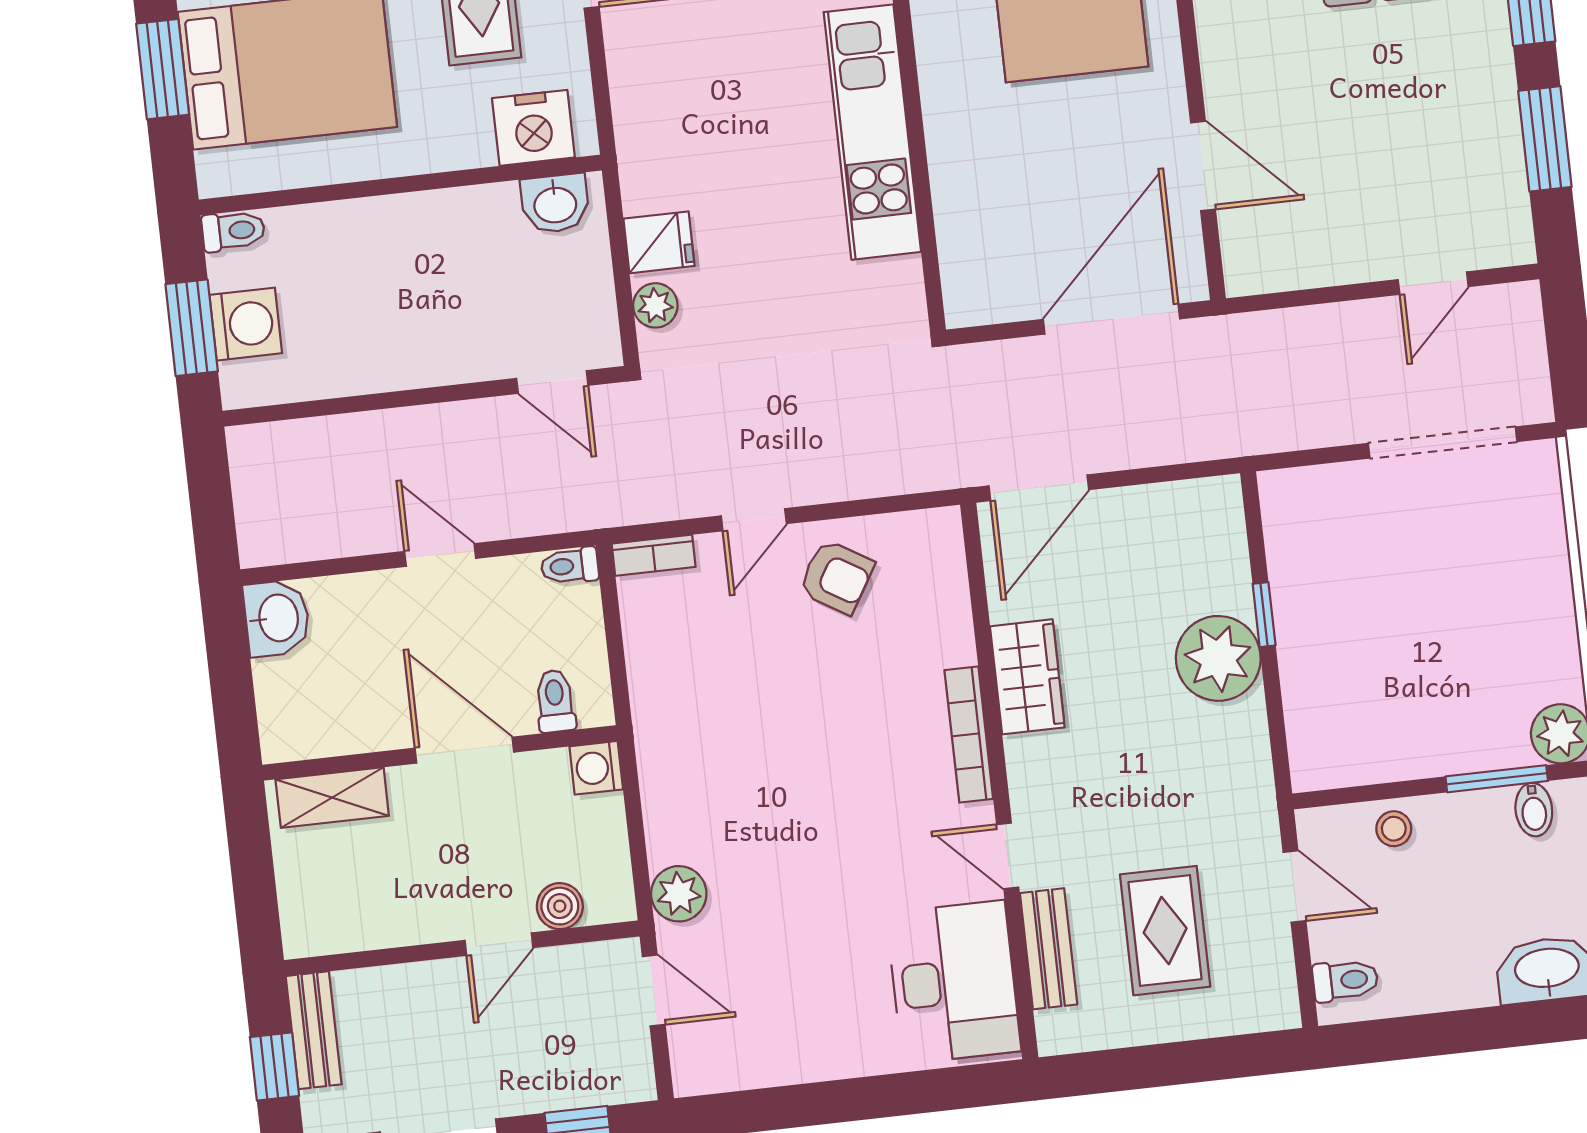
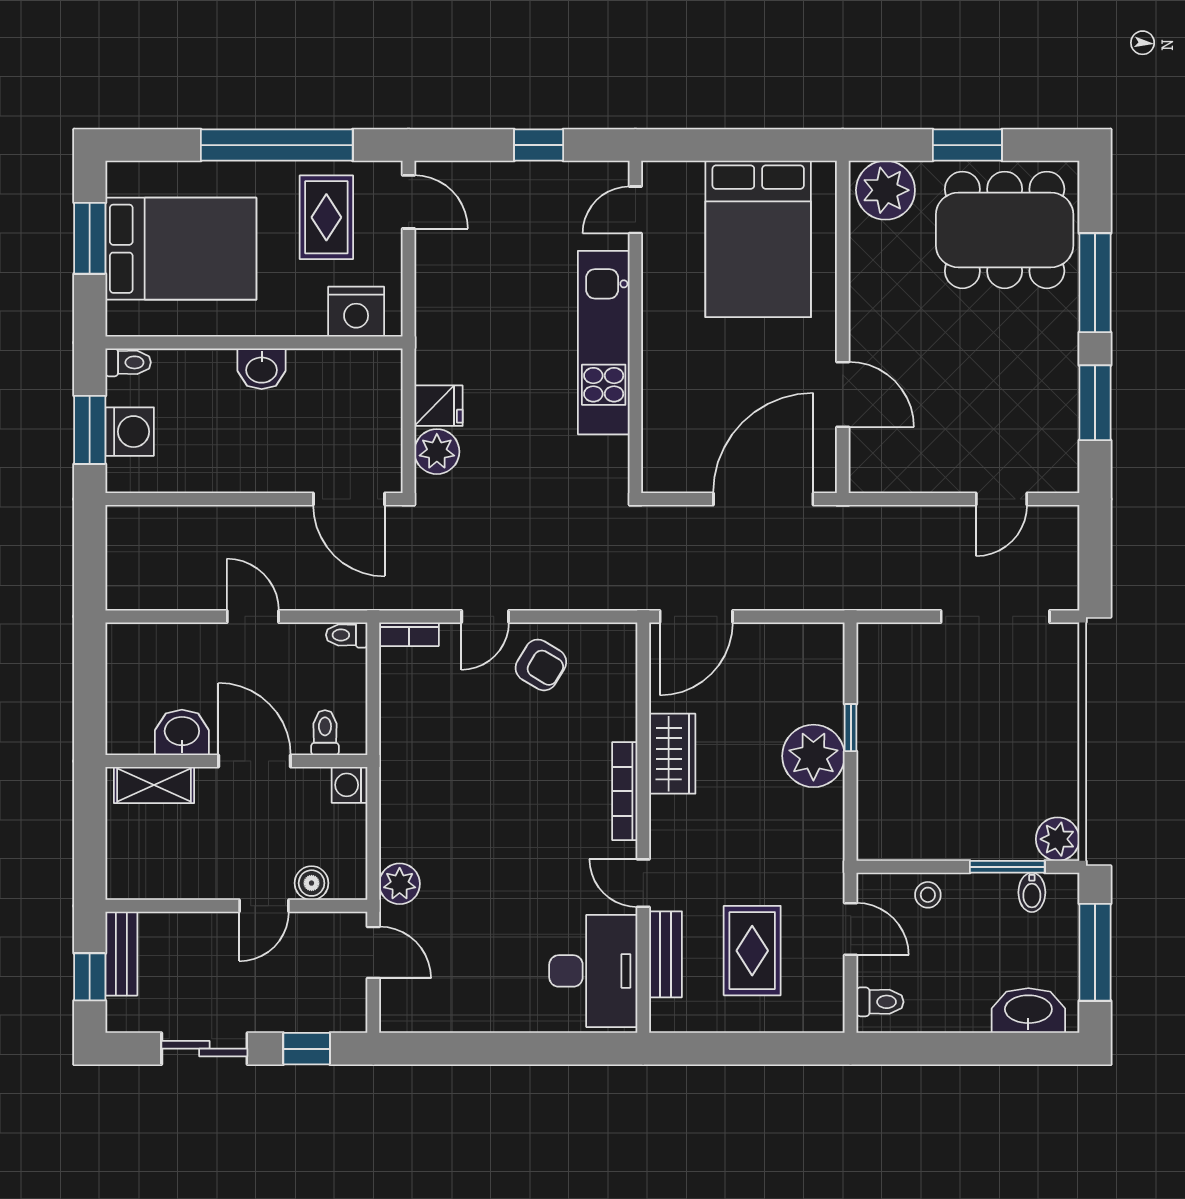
washbasin: (555, 204) -> (262, 369), moved
plant: (655, 305) -> (437, 452), width x1.38, depth x1.38
door: (552, 382) -> (349, 499), width x1.38
washbasin: (277, 618) -> (182, 732), moved, turned -90

